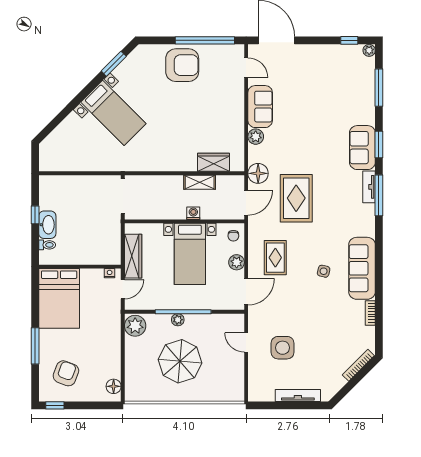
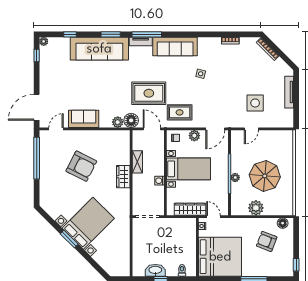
window: (114, 64) -> (69, 239), moved
armchair: (182, 65) -> (81, 166), moved, turned 117
window: (379, 88) -> (70, 34), width x0.46
bed with nightstands: (113, 113) -> (88, 223), width x1.36
plant: (256, 137) -> (118, 122), moved
sofa: (362, 148) -> (99, 49), width x1.85, depth x1.27
wardrobe: (214, 162) -> (123, 177), moved
washing machine: (193, 213) -> (159, 181), moved
washbasin: (47, 225) -> (155, 270), moved
rug: (275, 258) -> (180, 112), moved
sofa: (362, 268) -> (175, 46), moved
door: (246, 292) -> (215, 129), swing flipped
bed: (59, 298) -> (220, 257), width x1.36
plant: (135, 326) -> (256, 208), moved
armchair: (66, 373) -> (267, 241), moved

